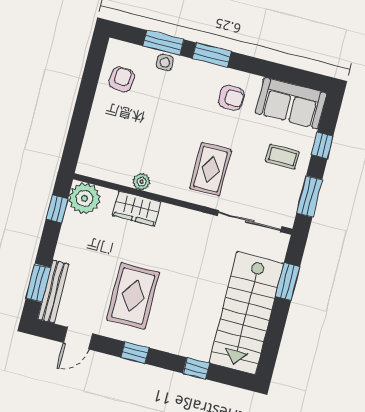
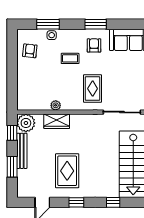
window: (212, 55) -> (96, 24), moved
armchair: (231, 98) -> (94, 45), turned -90
coffee table: (282, 157) -> (70, 58), moved
window: (38, 283) -> (12, 167), moved
bench: (53, 292) -> (22, 151), moved

